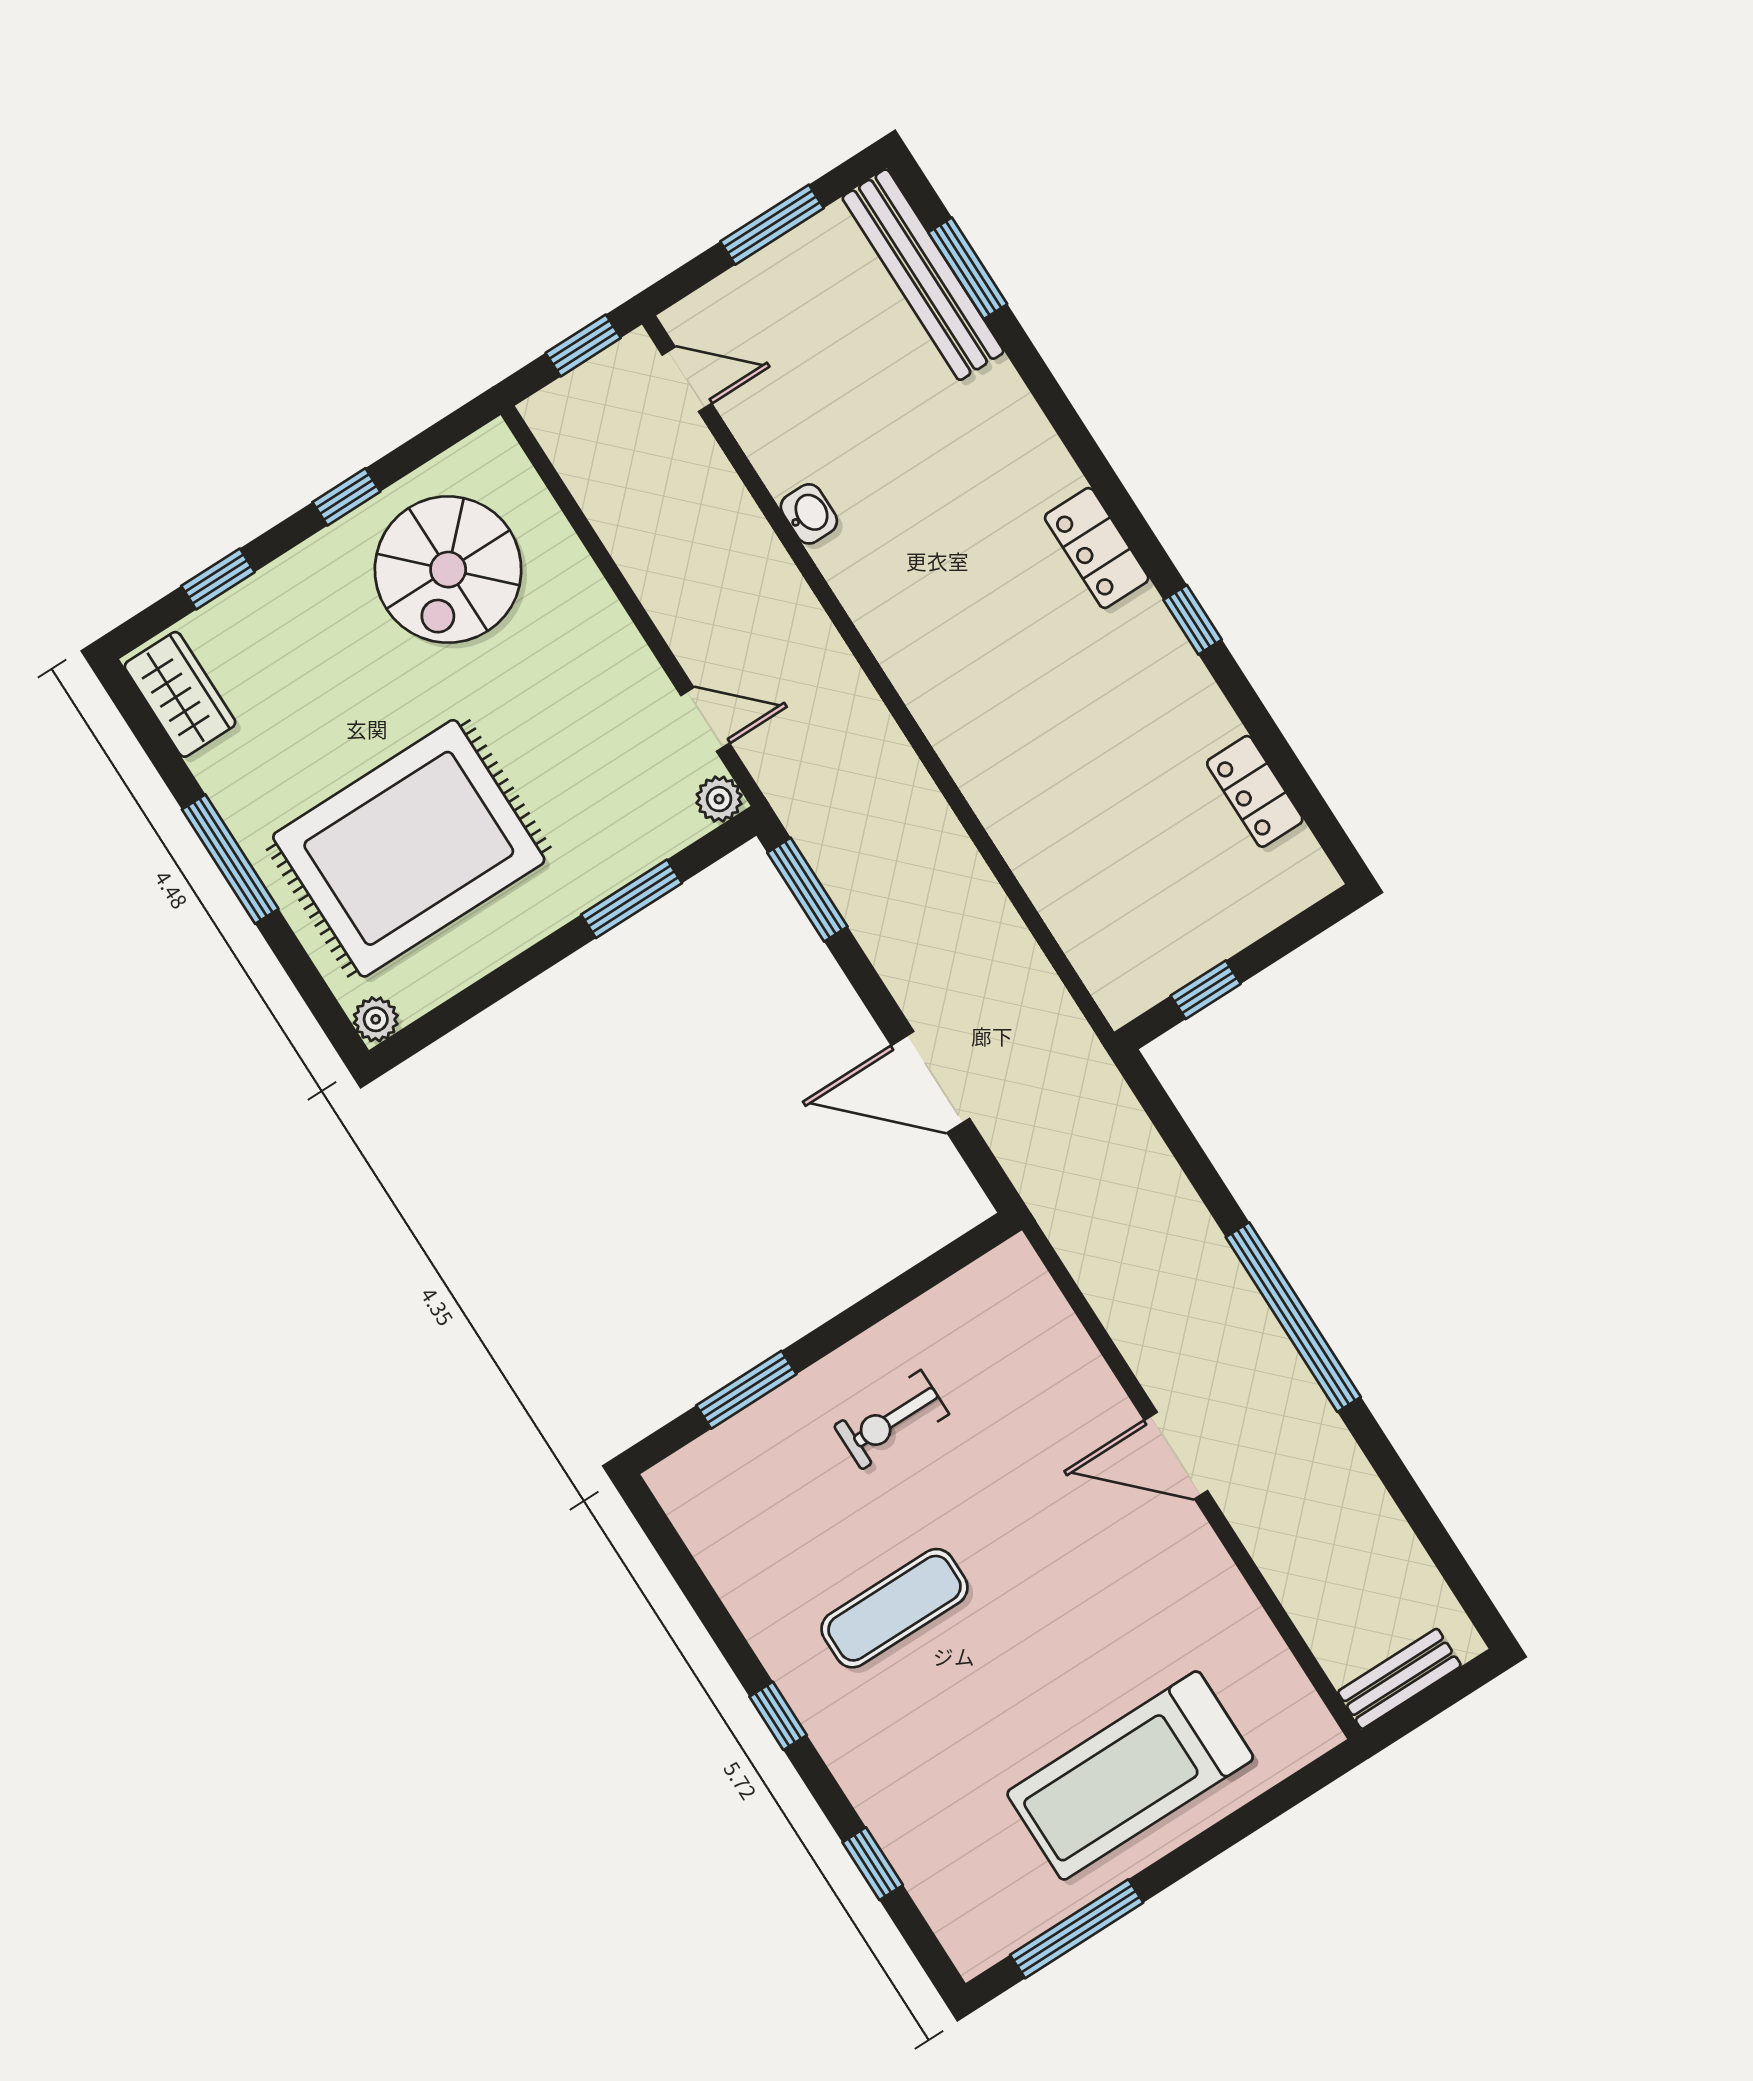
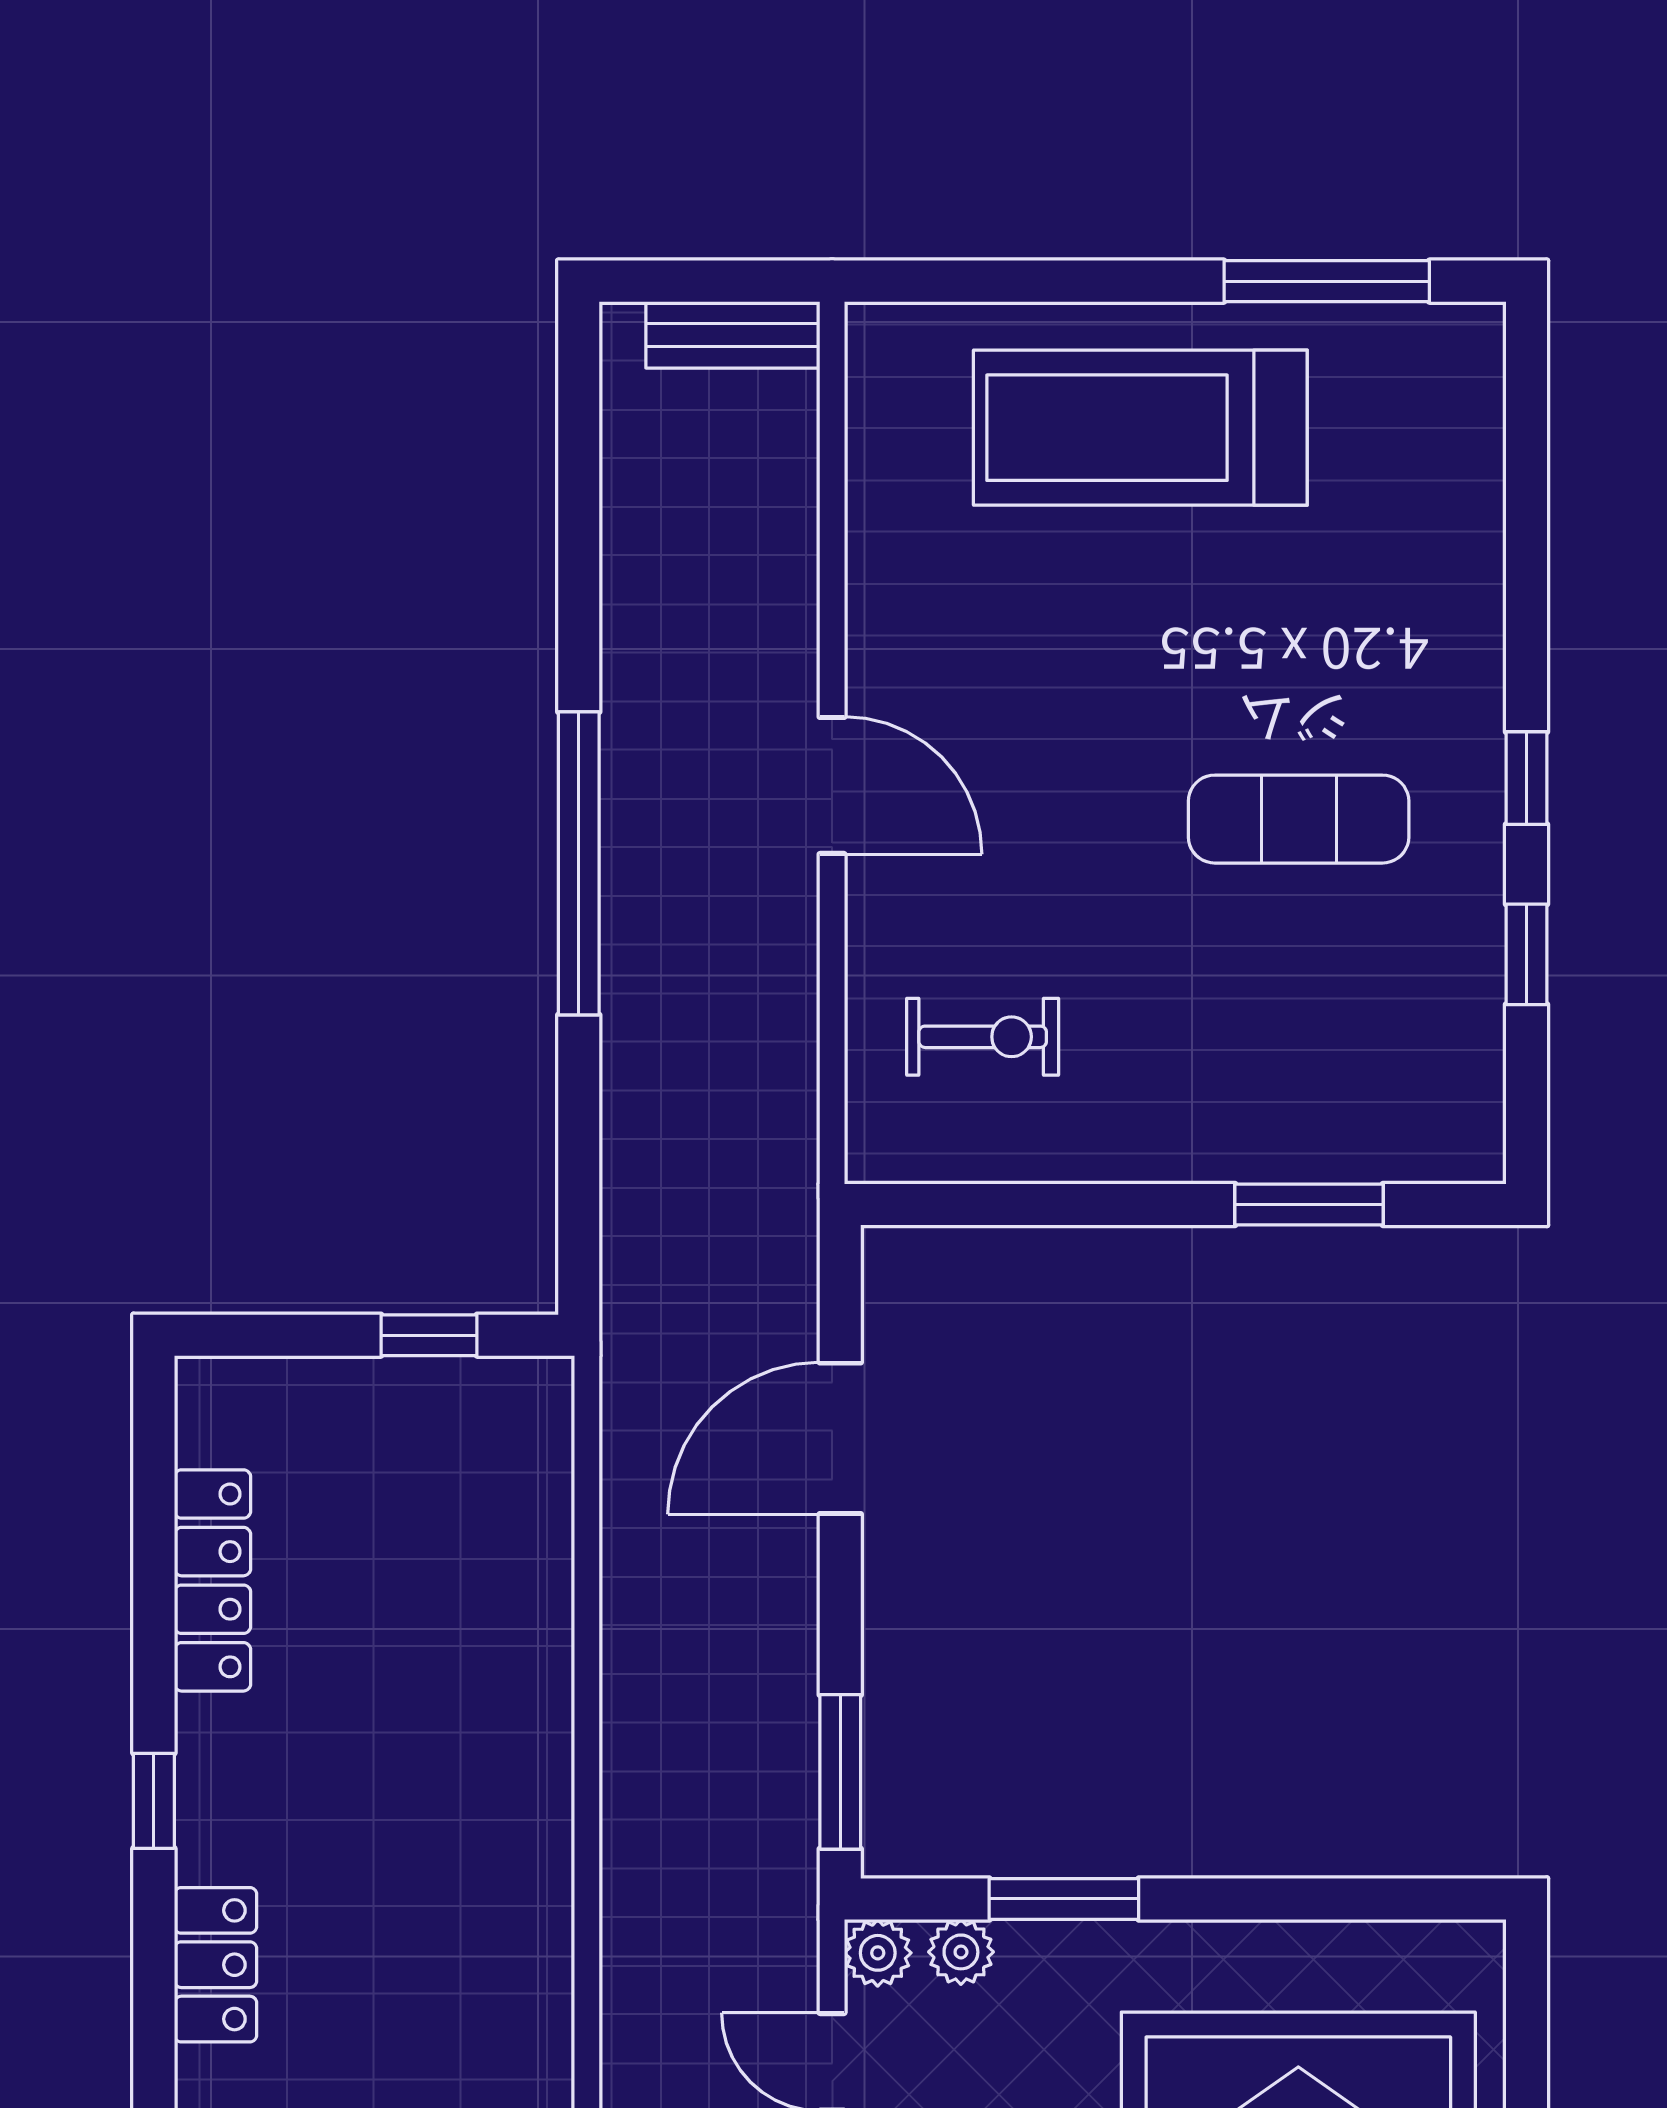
locker: (1255, 791) -> (212, 1580), width x1.53
plant: (376, 1019) -> (961, 1952), moved
door: (930, 1082) -> (840, 1438), swing flipped
exercise bike: (891, 1420) -> (983, 1037), moved
treadmill: (1130, 1776) -> (1140, 428), turned 180
window: (873, 1864) -> (1527, 954), moved

